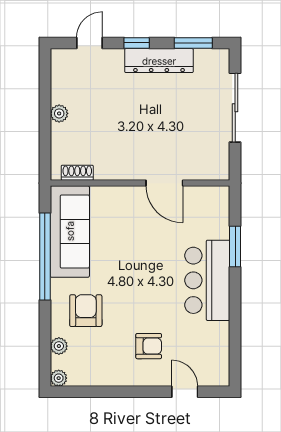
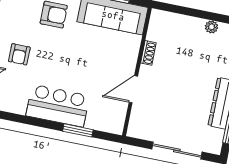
plant: (59, 113) -> (211, 27), moved
shoe rack: (77, 173) -> (148, 53), moved

